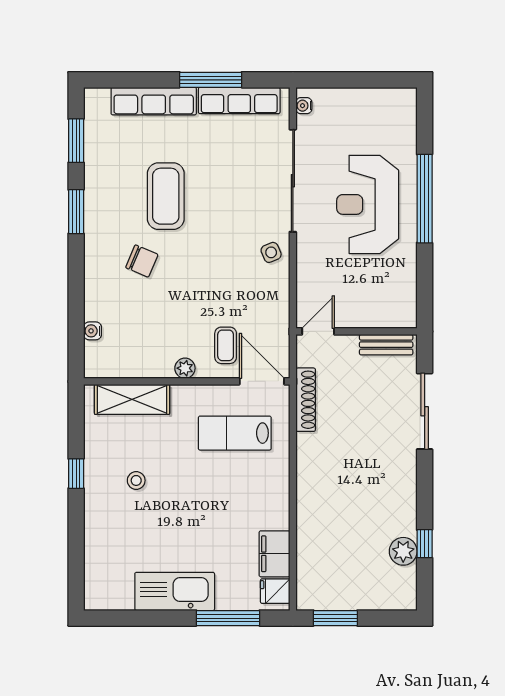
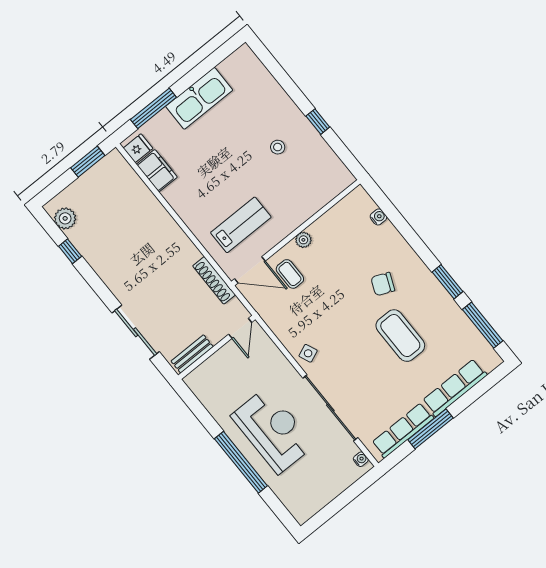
window: (76, 141) -> (483, 325), width x1.44
shelving: (132, 399) -> (320, 195), removed
plant: (403, 551) -> (65, 218), moved

